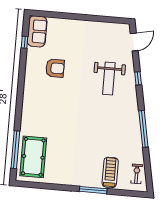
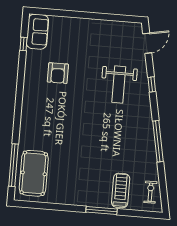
armchair: (55, 68) -> (58, 73), turned 90

